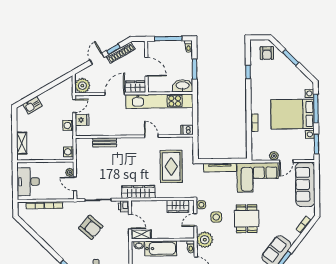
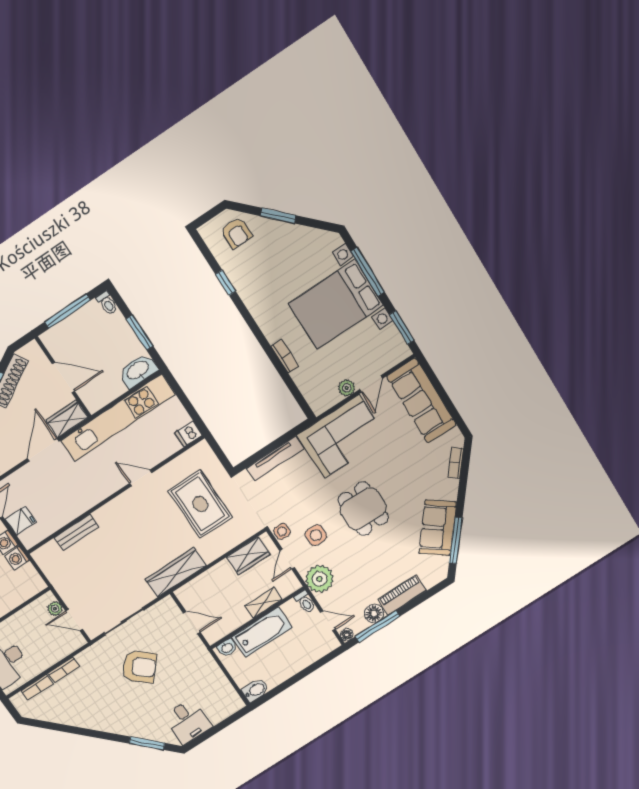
washing machine: (69, 152) -> (17, 558), moved
printer: (124, 206) -> (168, 607), removed
shelving: (141, 234) -> (263, 603), moved

